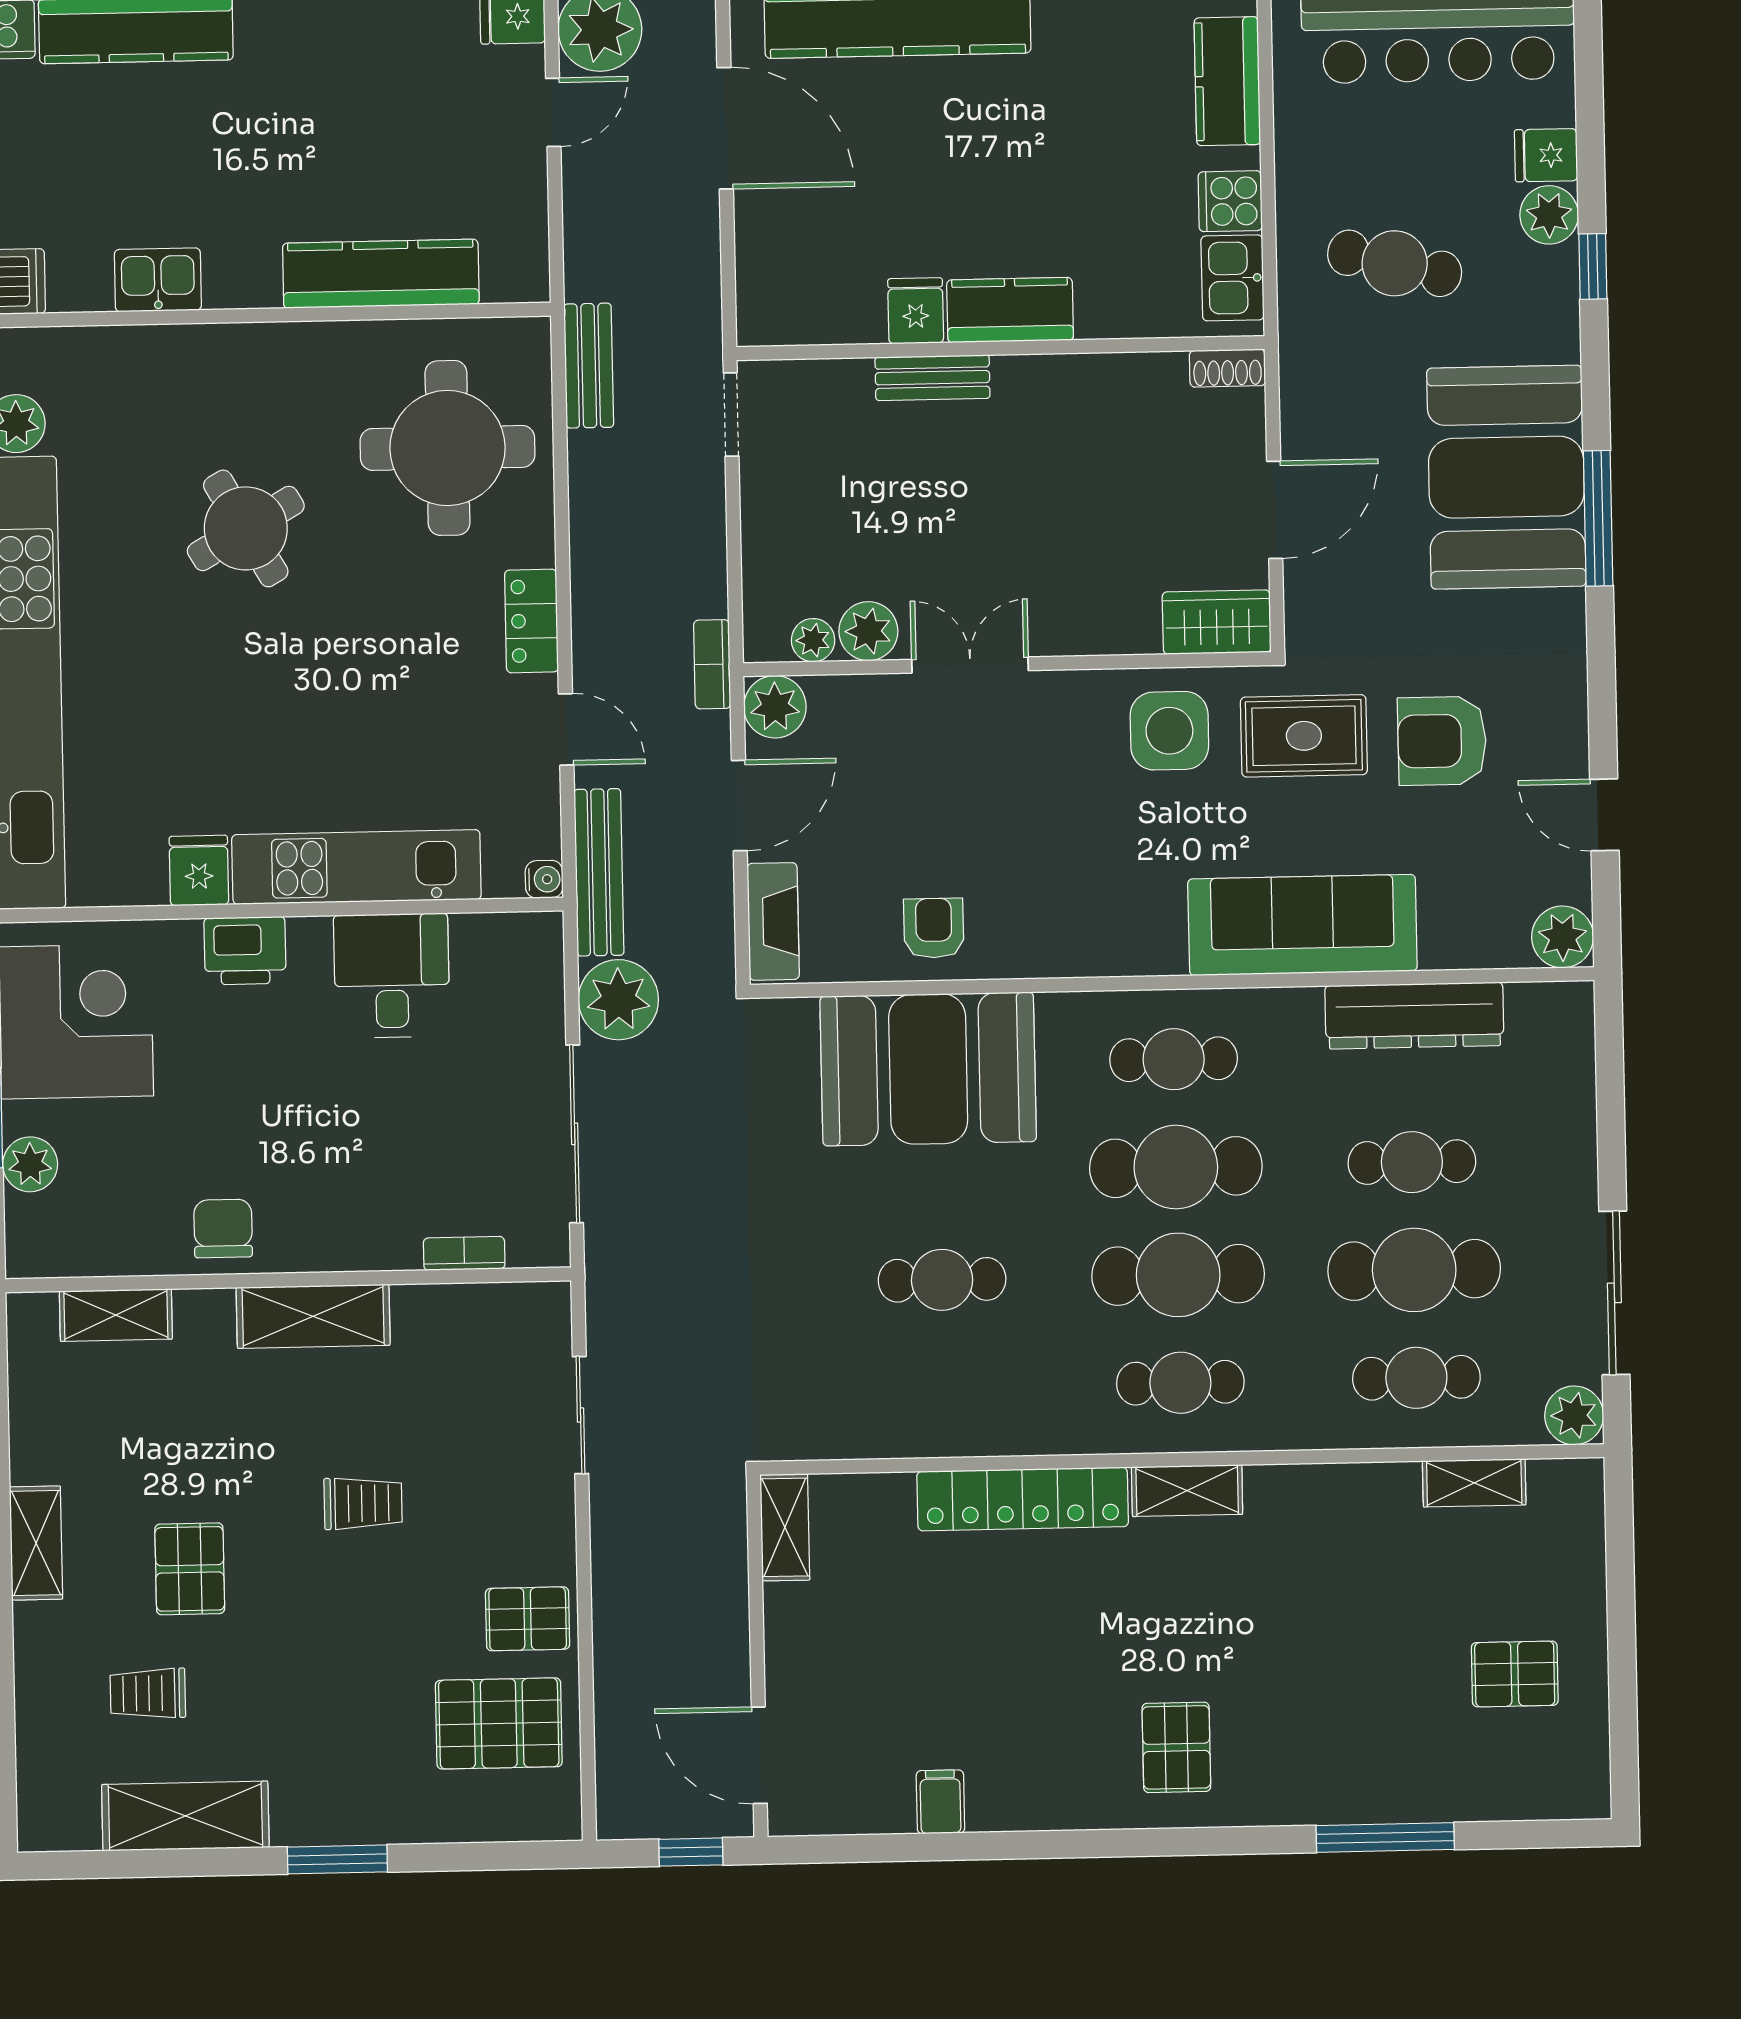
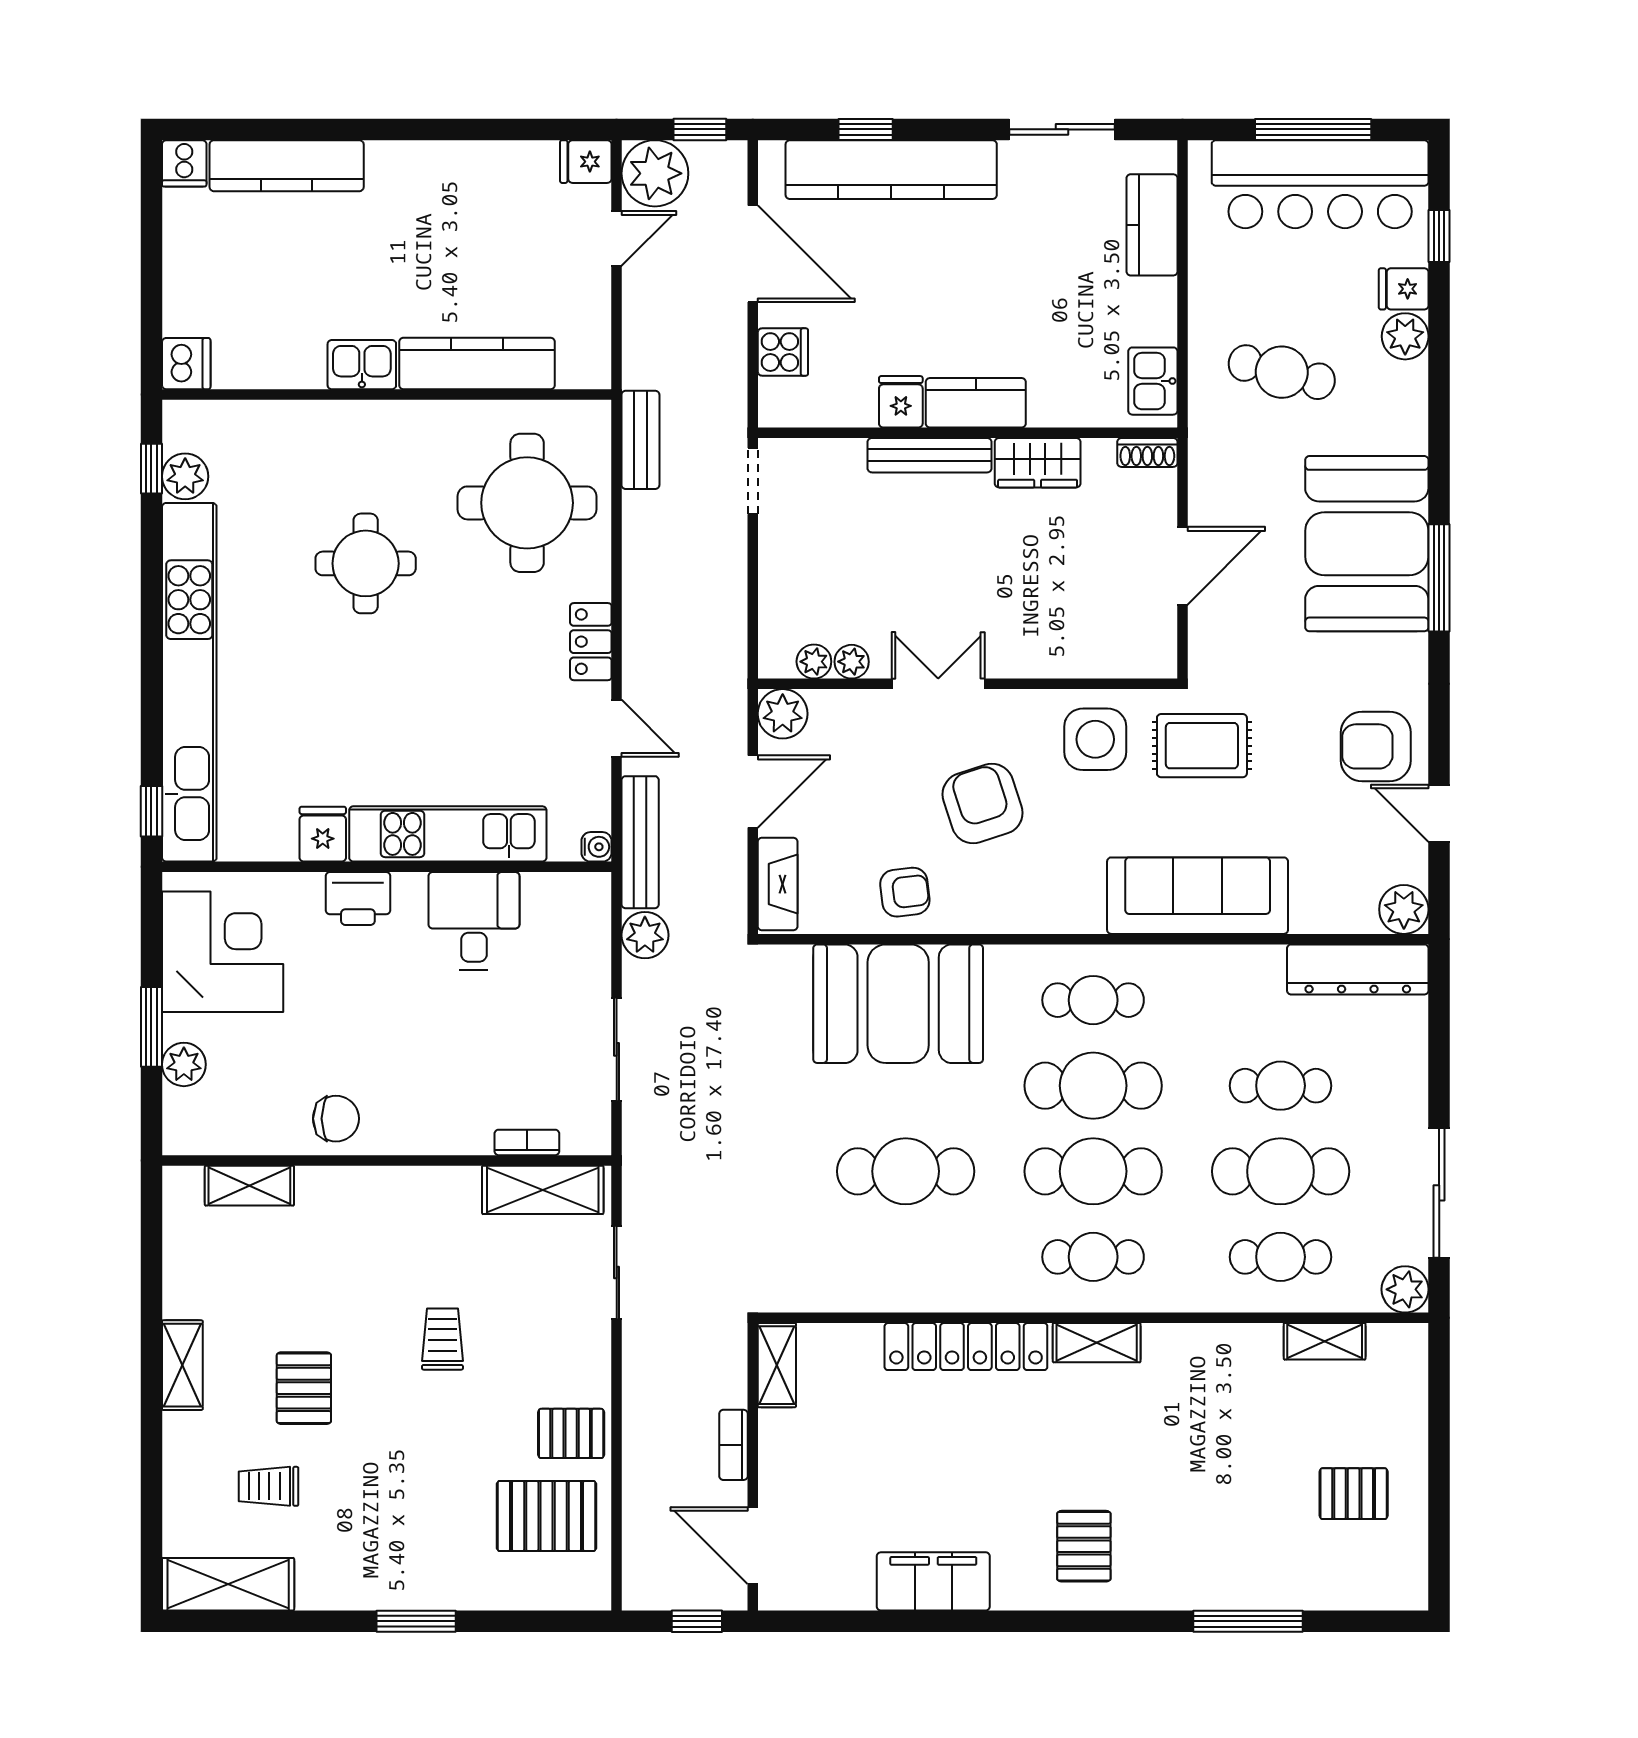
cooker: (1230, 201) -> (783, 352), moved, turned 180
window: (1593, 266) -> (1439, 236), moved
kitchen sink: (158, 280) -> (362, 365), moved
bench: (932, 378) -> (930, 455), width x1.36
round table: (246, 528) -> (366, 563), turned 30
wardrobe: (1217, 622) -> (1038, 463), moved, turned 180
plant: (868, 631) -> (852, 662), width x0.73, depth x0.73
bookcase: (712, 664) -> (733, 1445), moved
armchair: (1442, 741) -> (1376, 746), moved
armchair: (1029, 815) -> (983, 804), added
armchair: (934, 928) -> (905, 892), turned 83
plant: (618, 1000) -> (645, 935), width x0.73, depth x0.73
dresser: (1414, 1016) -> (1358, 969), moved
sliding door: (575, 1134) -> (617, 1049), width x0.73
chair: (223, 1228) -> (336, 1119), turned 90
cafe table: (942, 1280) -> (906, 1171), width x1.37, depth x1.35
shelving: (313, 1316) -> (543, 1190), moved
trolley: (363, 1503) -> (442, 1339), turned -90
filing cabinet: (940, 1802) -> (933, 1581), width x3.00, depth x1.17
shelving: (185, 1816) -> (228, 1584), moved

